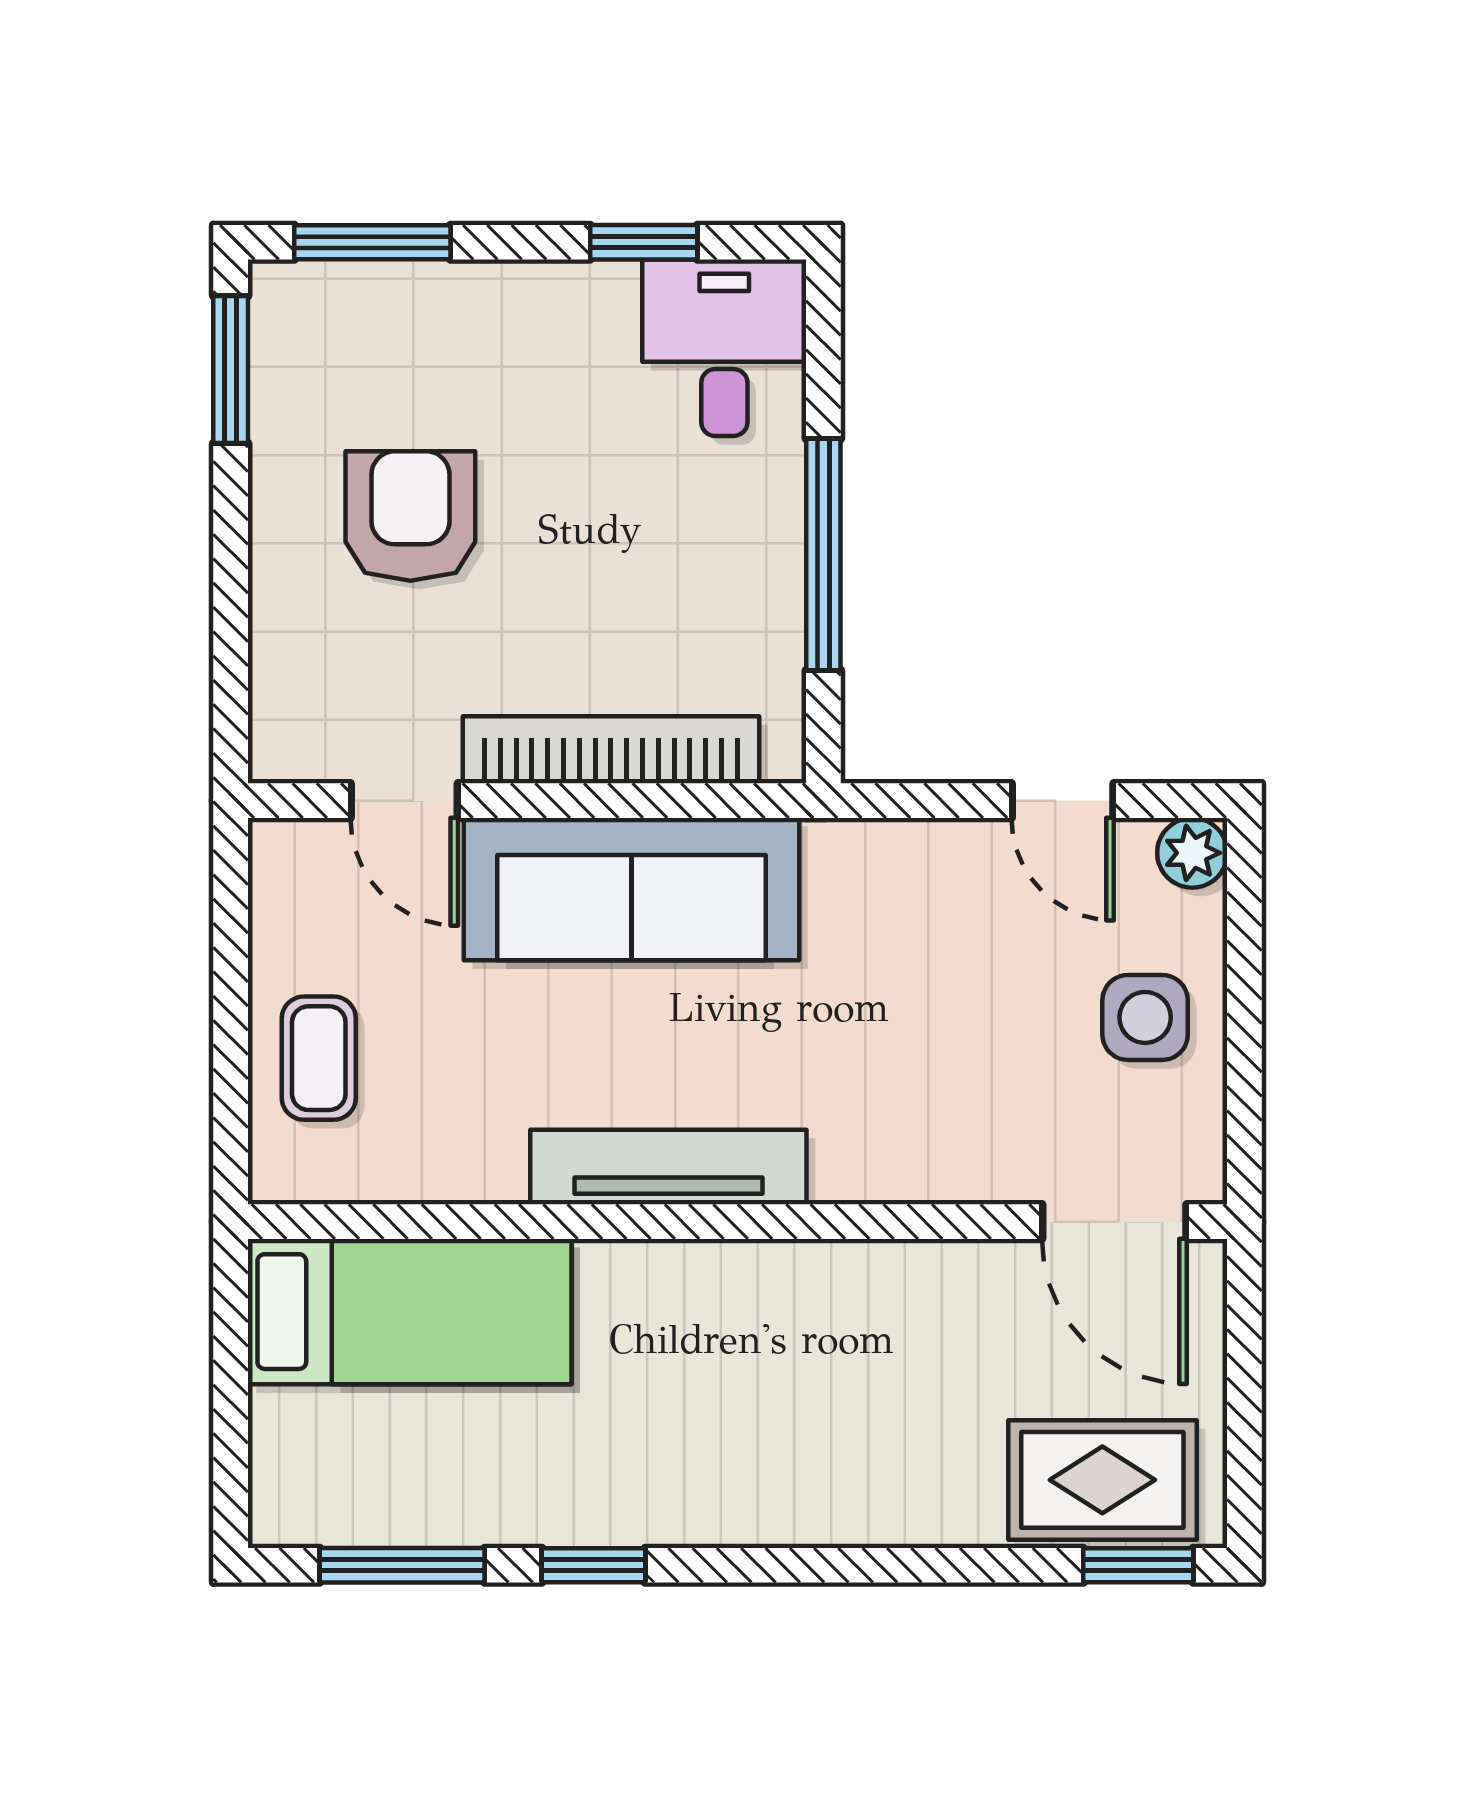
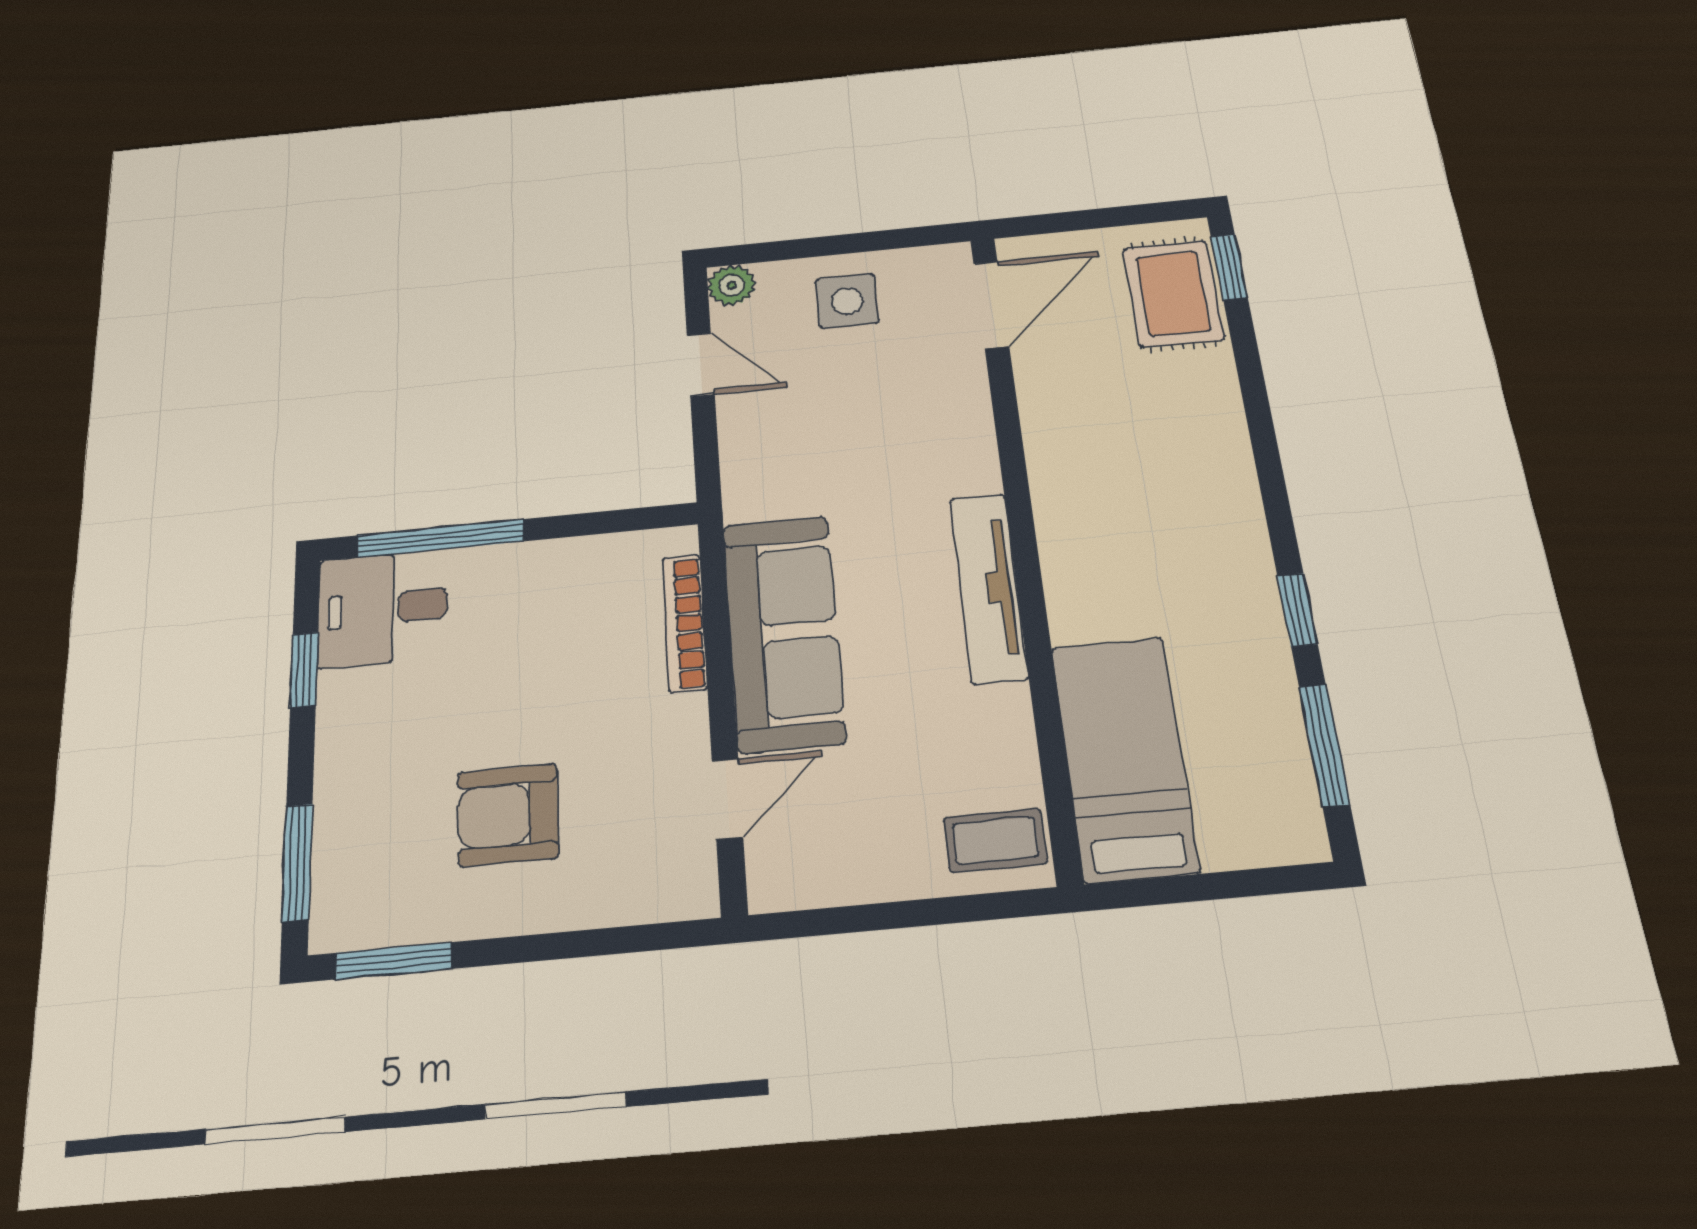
window: (823, 554) -> (441, 538), moved
bookcase: (611, 750) -> (685, 623), width x0.68, depth x0.76
door: (1063, 801) -> (701, 365), hinge flipped
coffee table: (319, 1058) -> (995, 840), moved

